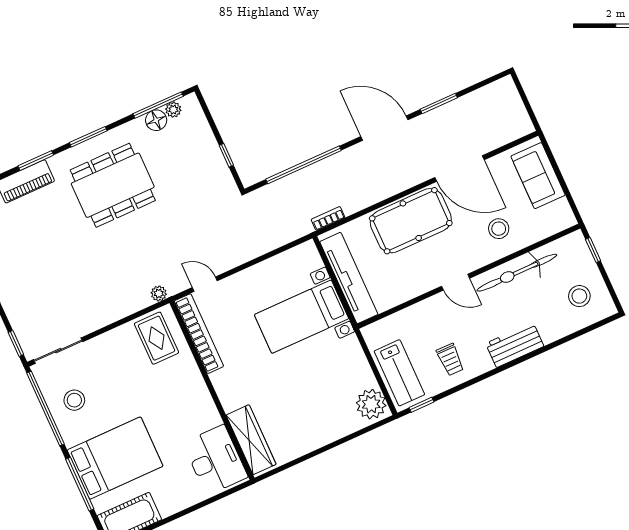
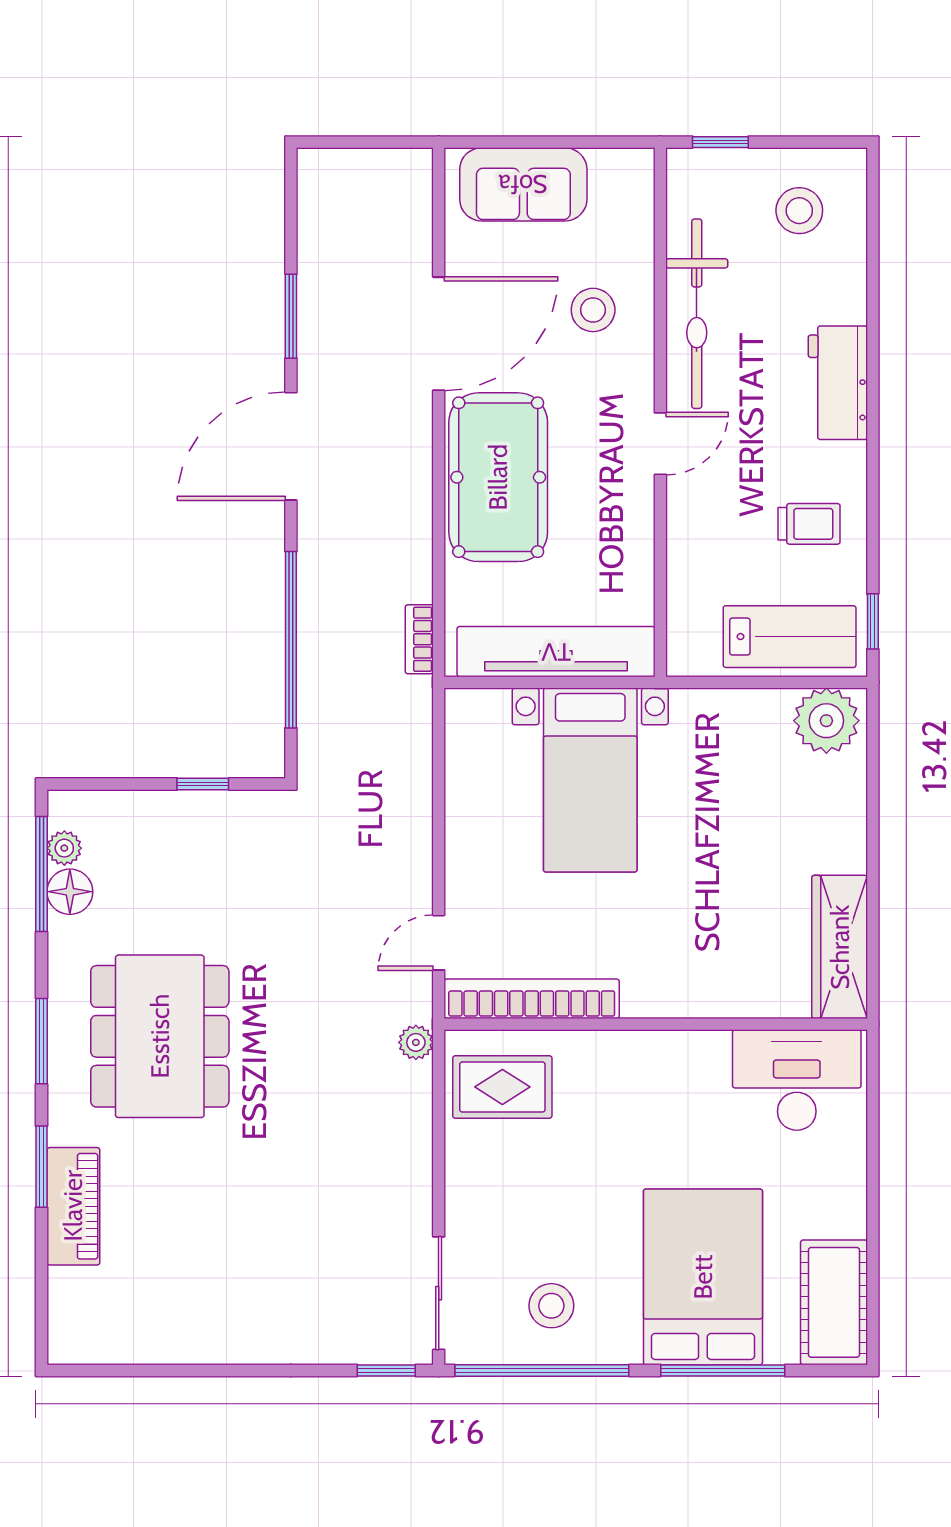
wardrobe: (251, 440) -> (840, 947), moved, turned -90

